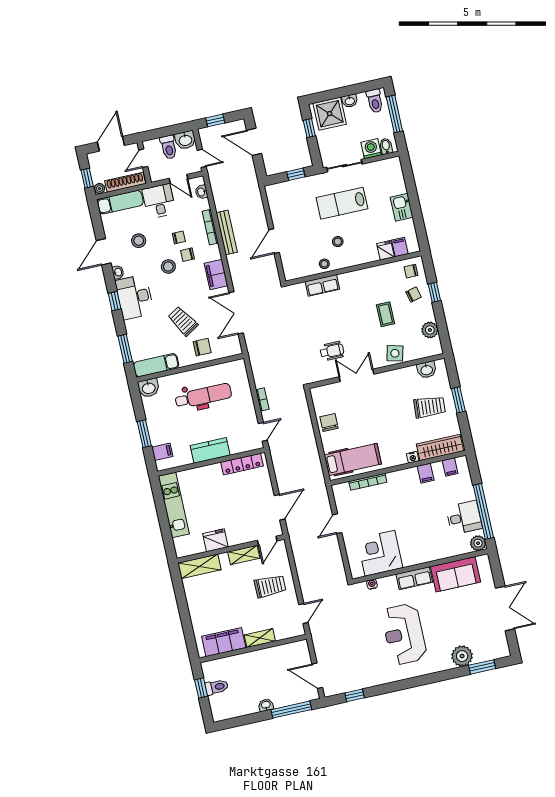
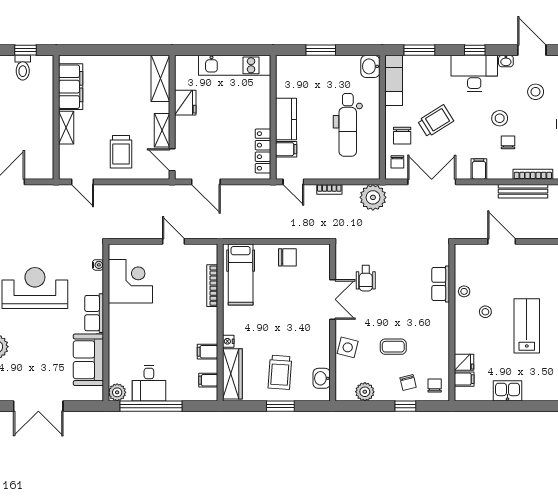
chair: (179, 237) -> (397, 162), moved
filing cabinet: (216, 275) -> (479, 169), width x0.50
plant: (261, 360) -> (373, 197), added
filing cabinet: (162, 452) -> (286, 149), moved, turned -90

